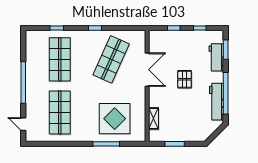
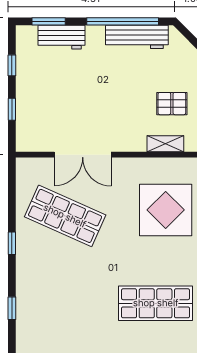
shop shelf: (60, 59) -> (65, 303), removed
double door: (147, 70) -> (83, 155), swing flipped
pallet: (185, 79) -> (172, 104), moved

